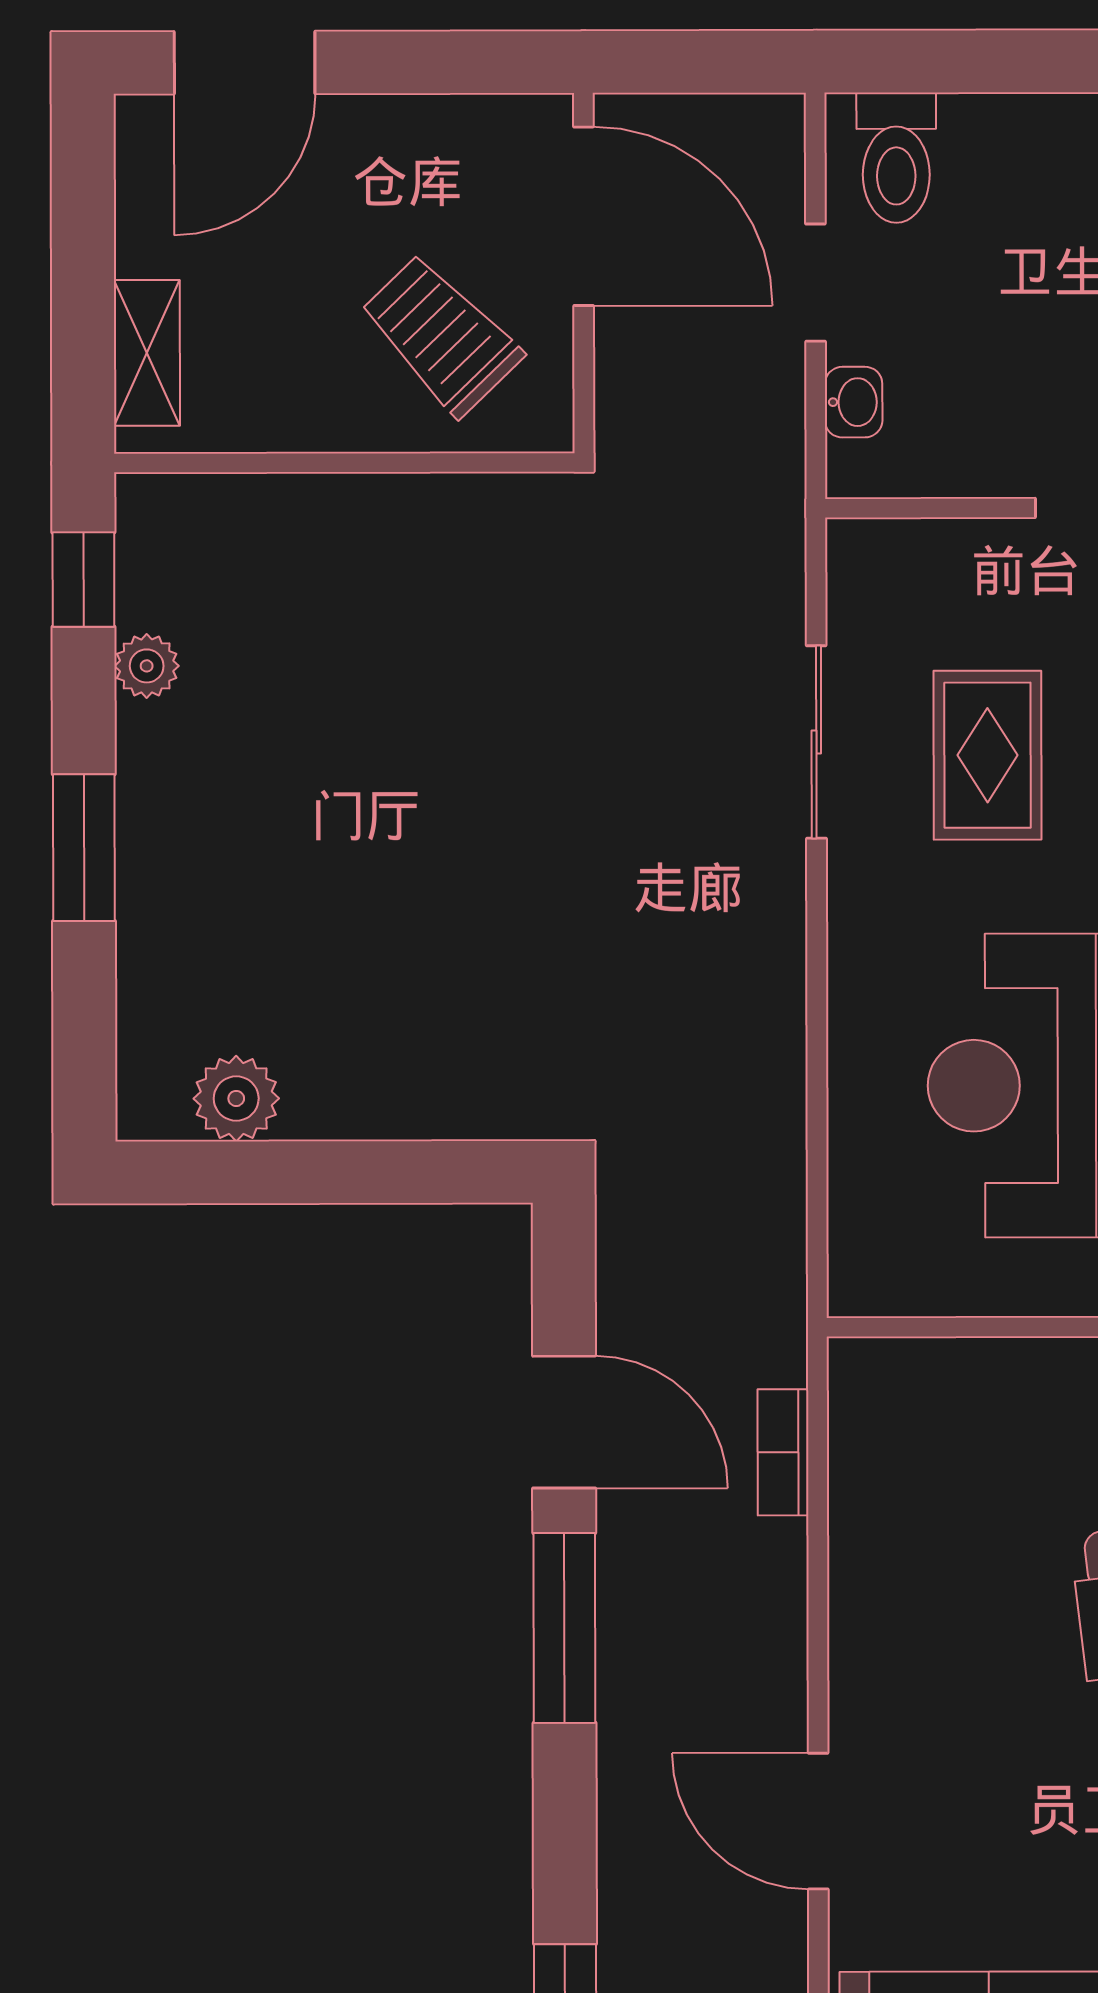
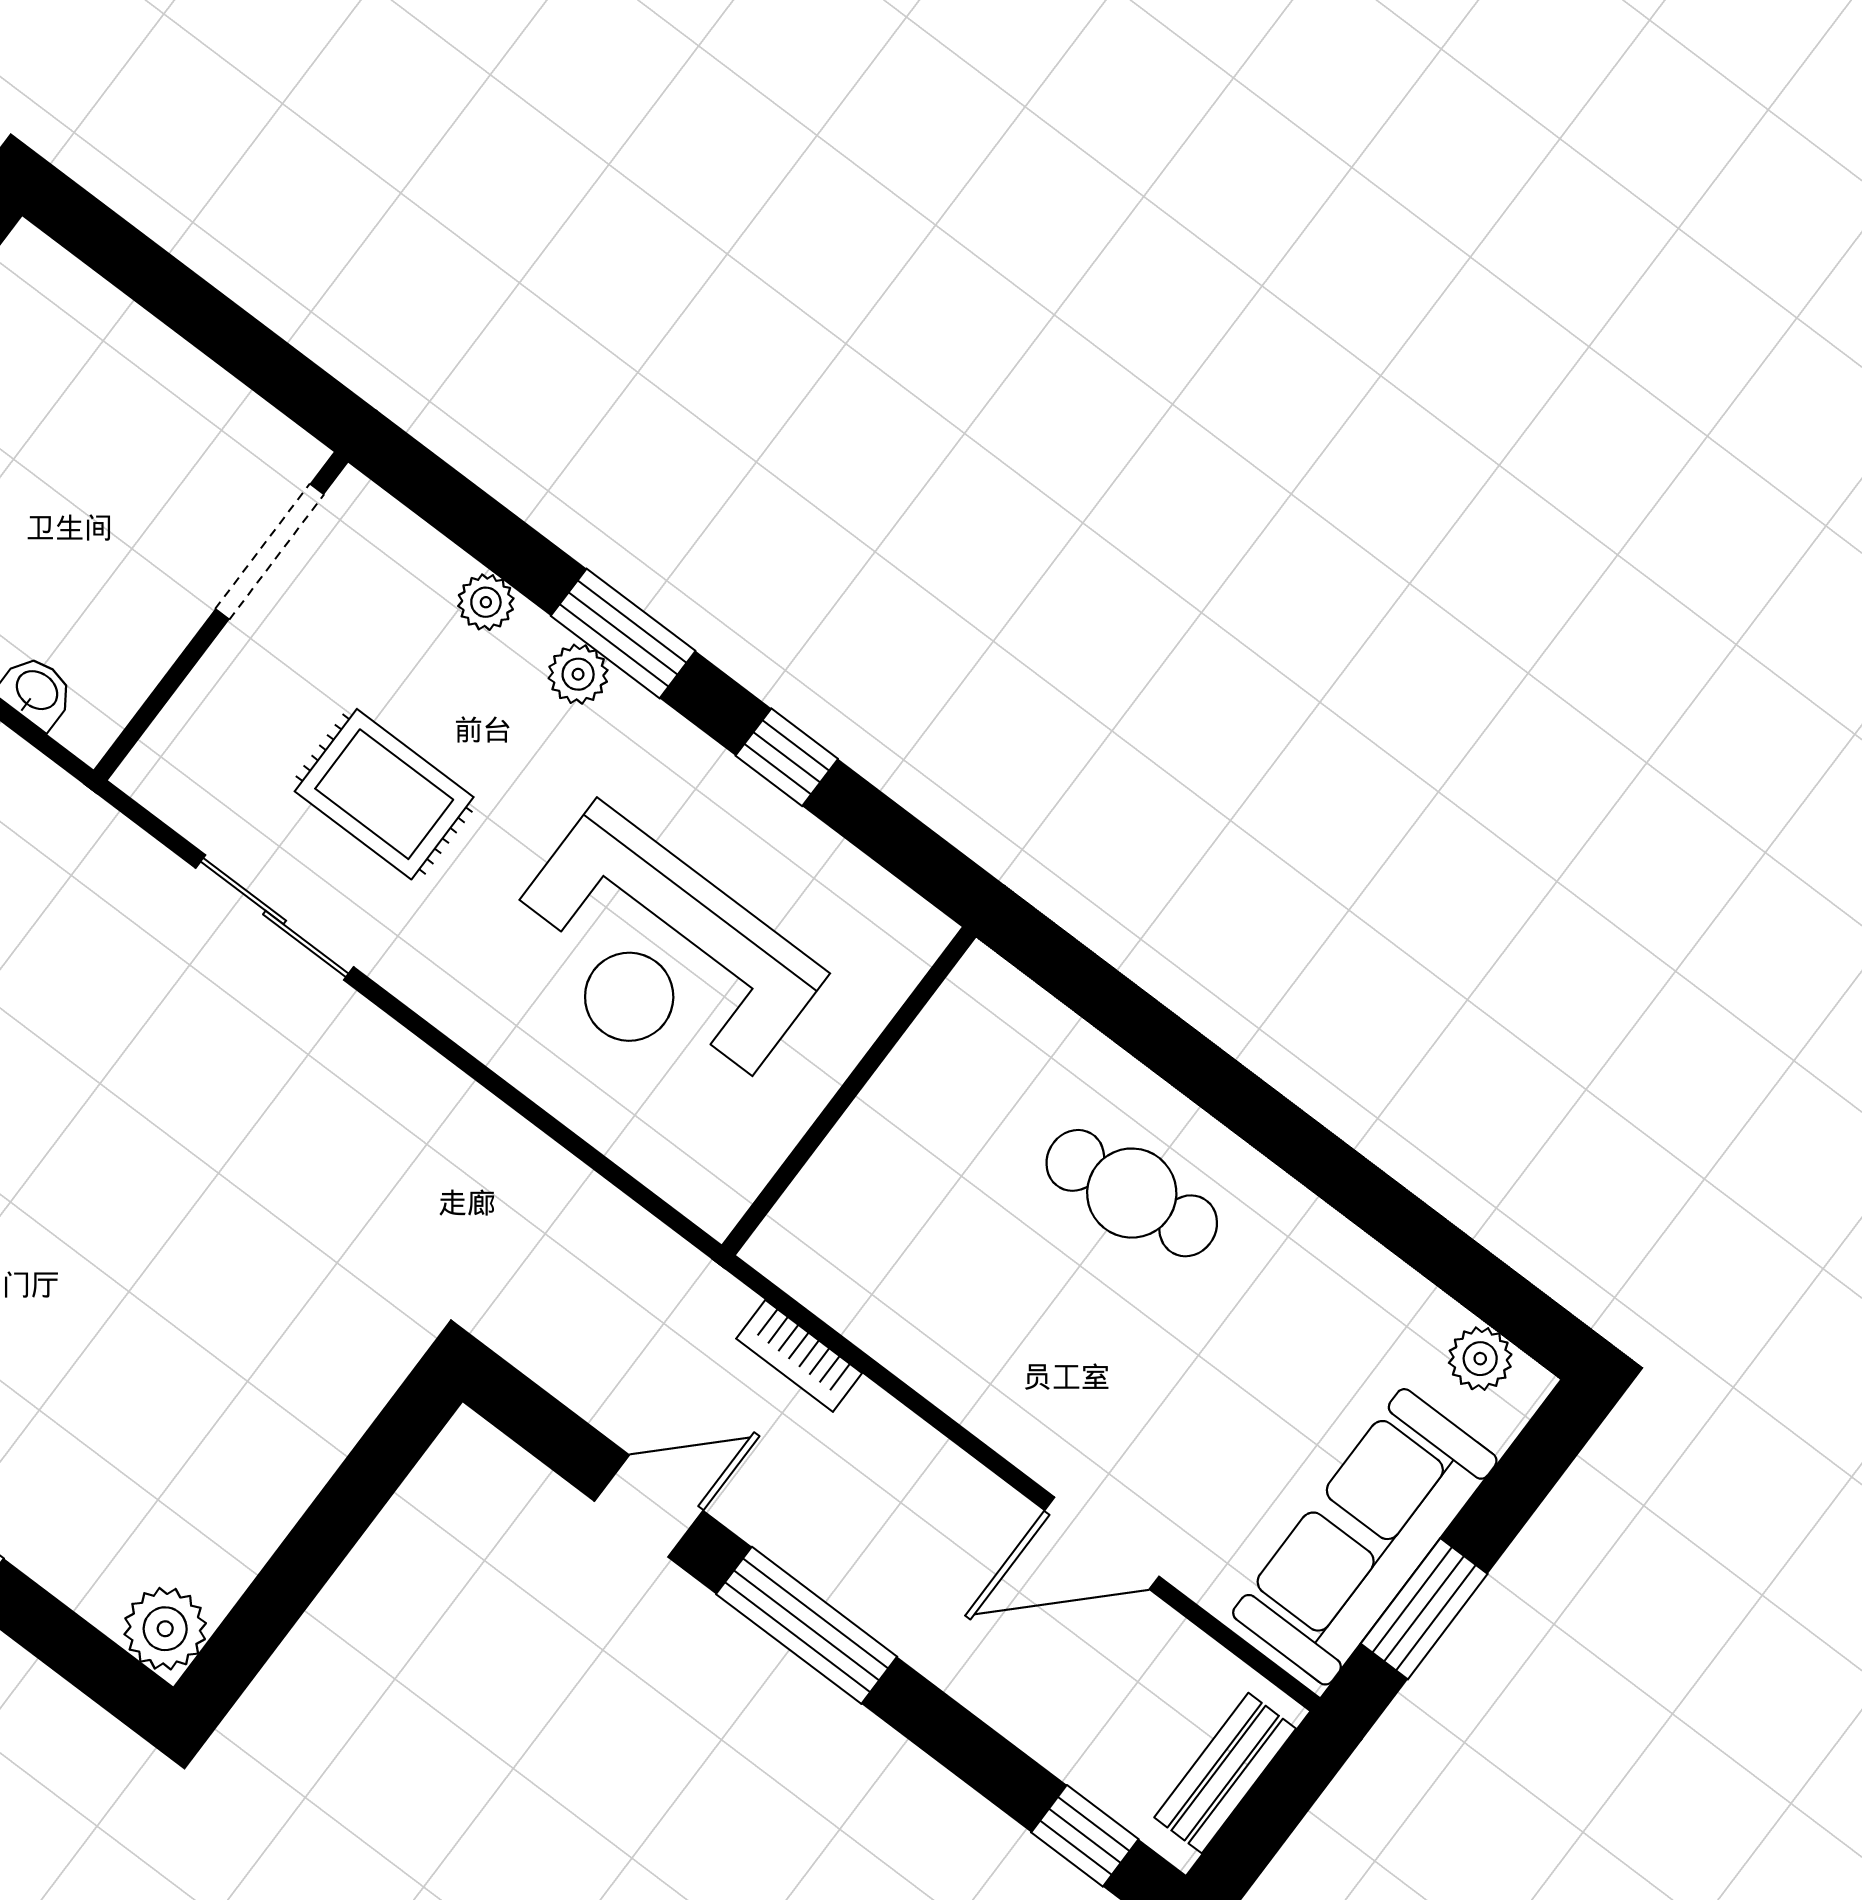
plant: (236, 1098) -> (165, 1629), moved
door: (564, 1422) -> (649, 1506), width x0.73

